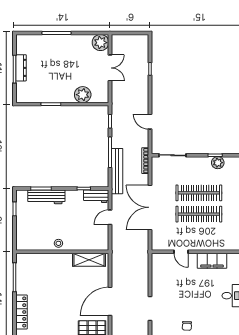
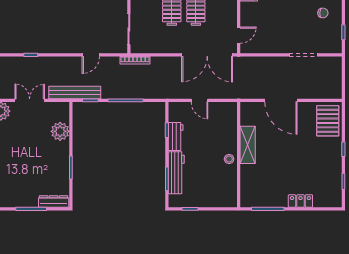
dresser: (21, 68) -> (54, 202), moved
bench: (117, 171) -> (75, 92), moved
workbench: (96, 196) -> (176, 137), moved
double door: (150, 207) -> (207, 55), moved
door: (181, 252) -> (239, 35), moved
shelving: (89, 260) -> (248, 145), moved
door: (110, 301) -> (281, 100), moved
locker: (21, 312) -> (300, 201), width x0.66

